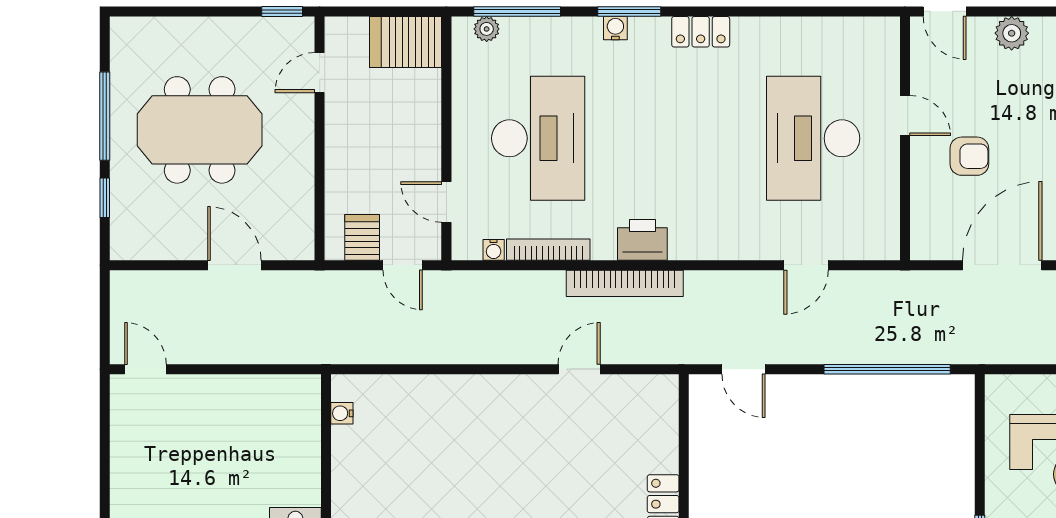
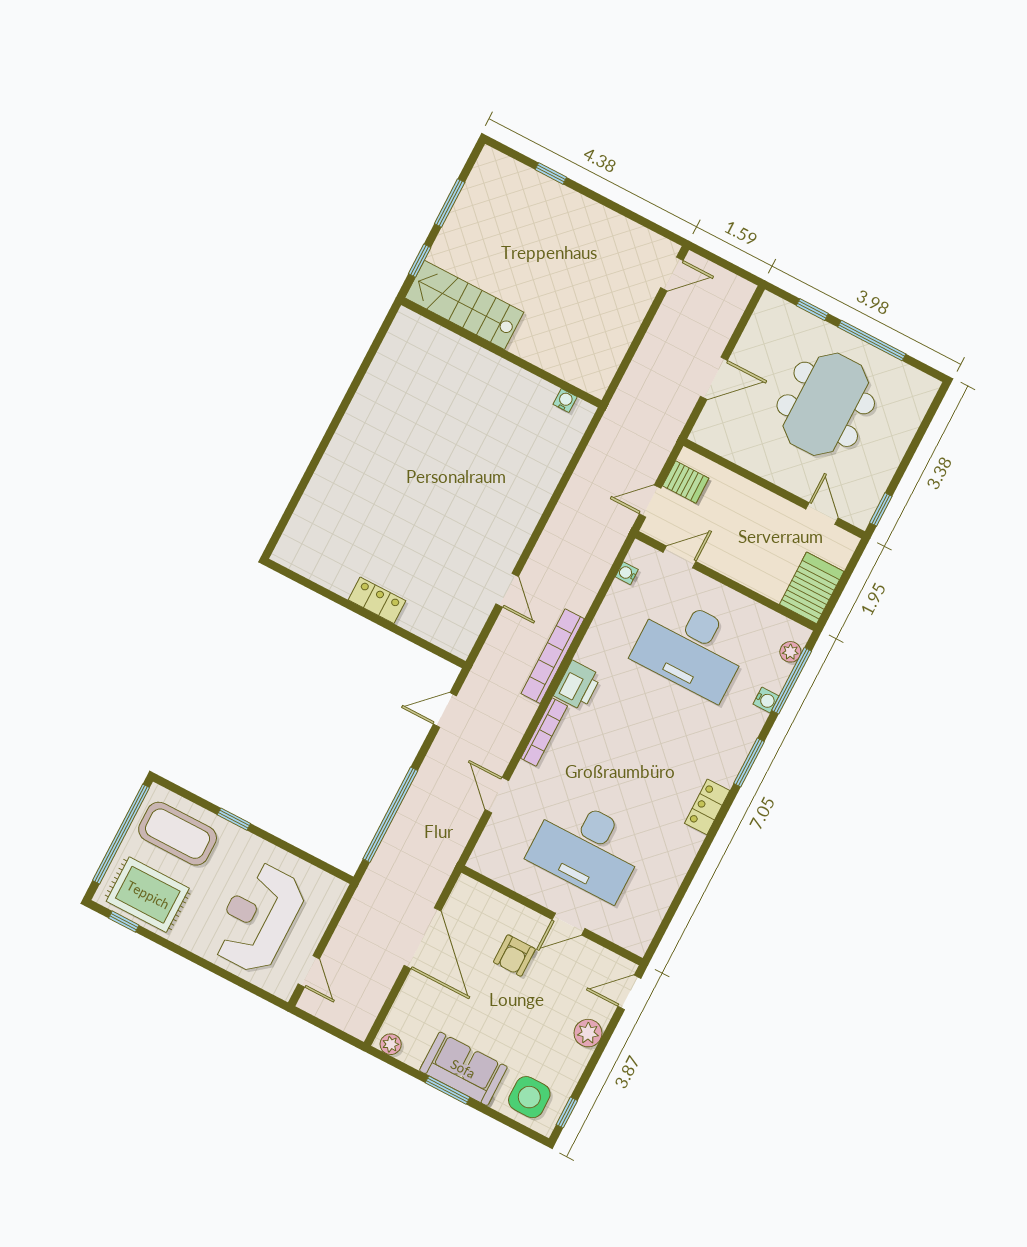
water cooler: (615, 28) -> (766, 700), moved
desk: (813, 138) -> (587, 848), turned 180
bookcase: (548, 250) -> (544, 732), moved

